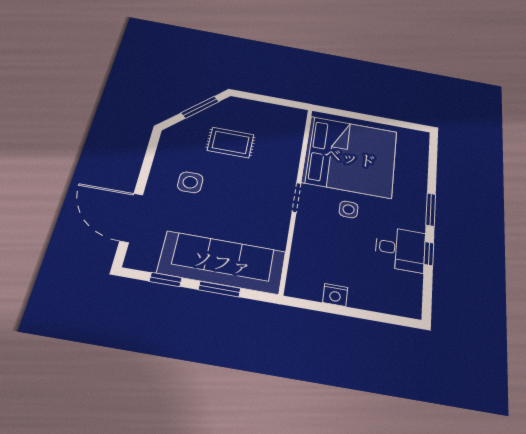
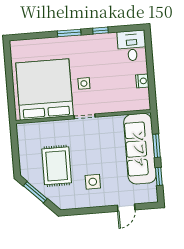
rug: (231, 142) -> (57, 166), width x1.36, depth x1.43
door: (131, 218) -> (126, 208), width x0.53
desk: (400, 249) -> (132, 46), moved

